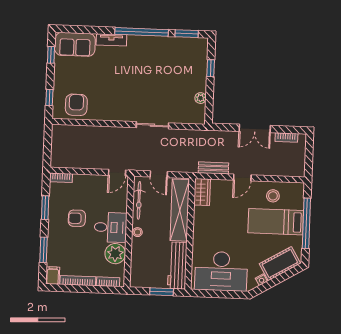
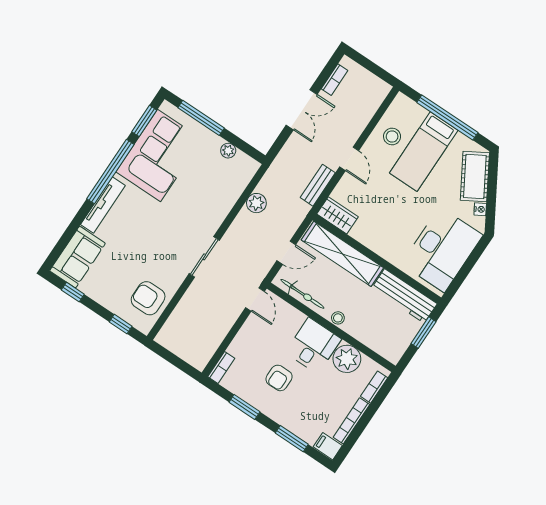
tv unit: (111, 40) -> (103, 205), width x1.41
corner sofa: (171, 56) -> (159, 155), added
window: (211, 68) -> (201, 118), width x2.17
sliding door: (152, 125) -> (204, 257), moved
plant: (178, 136) -> (256, 203), added

